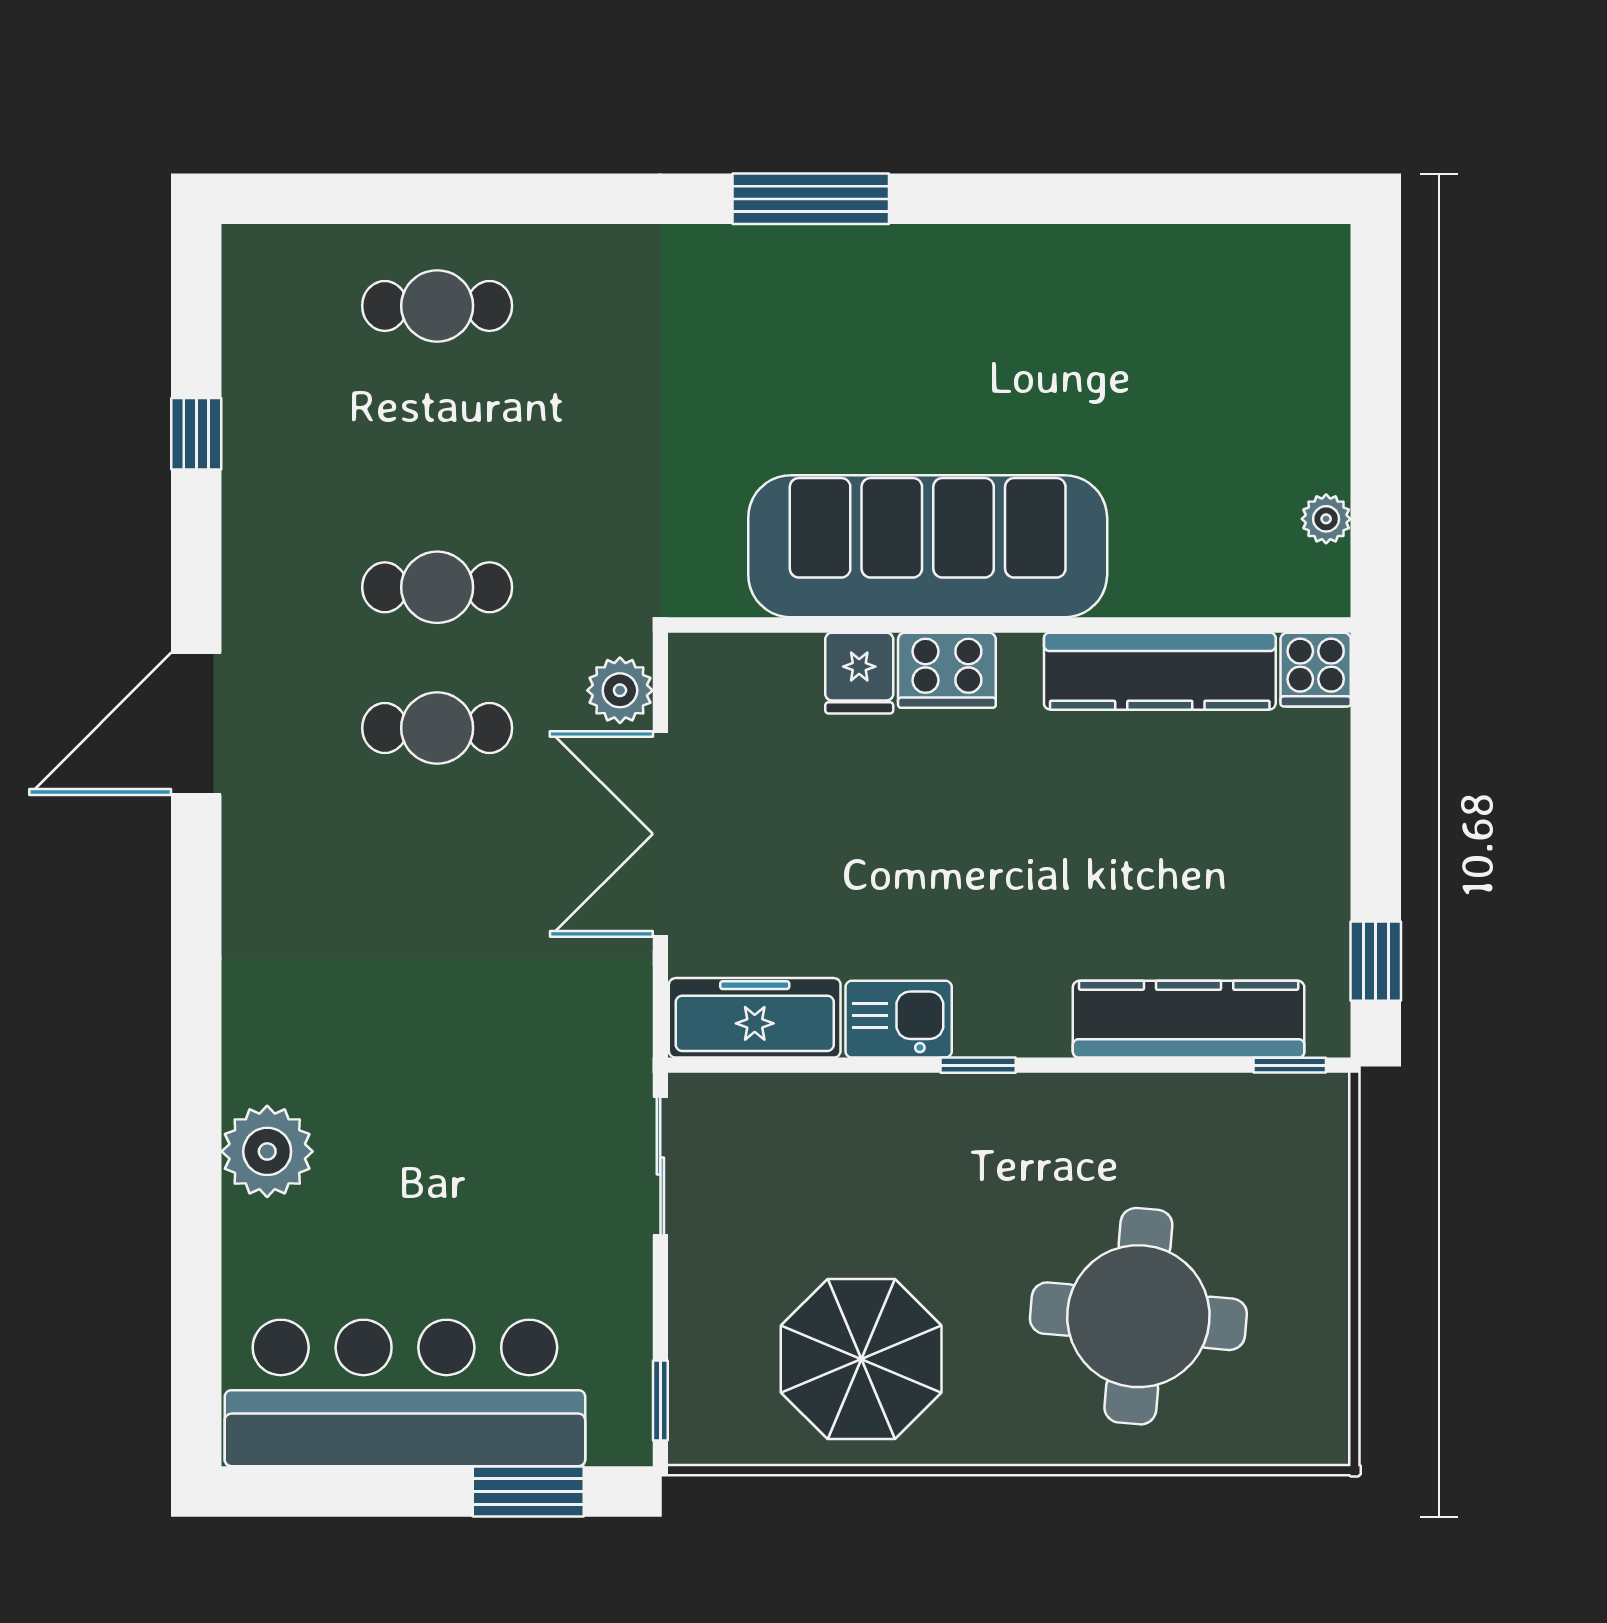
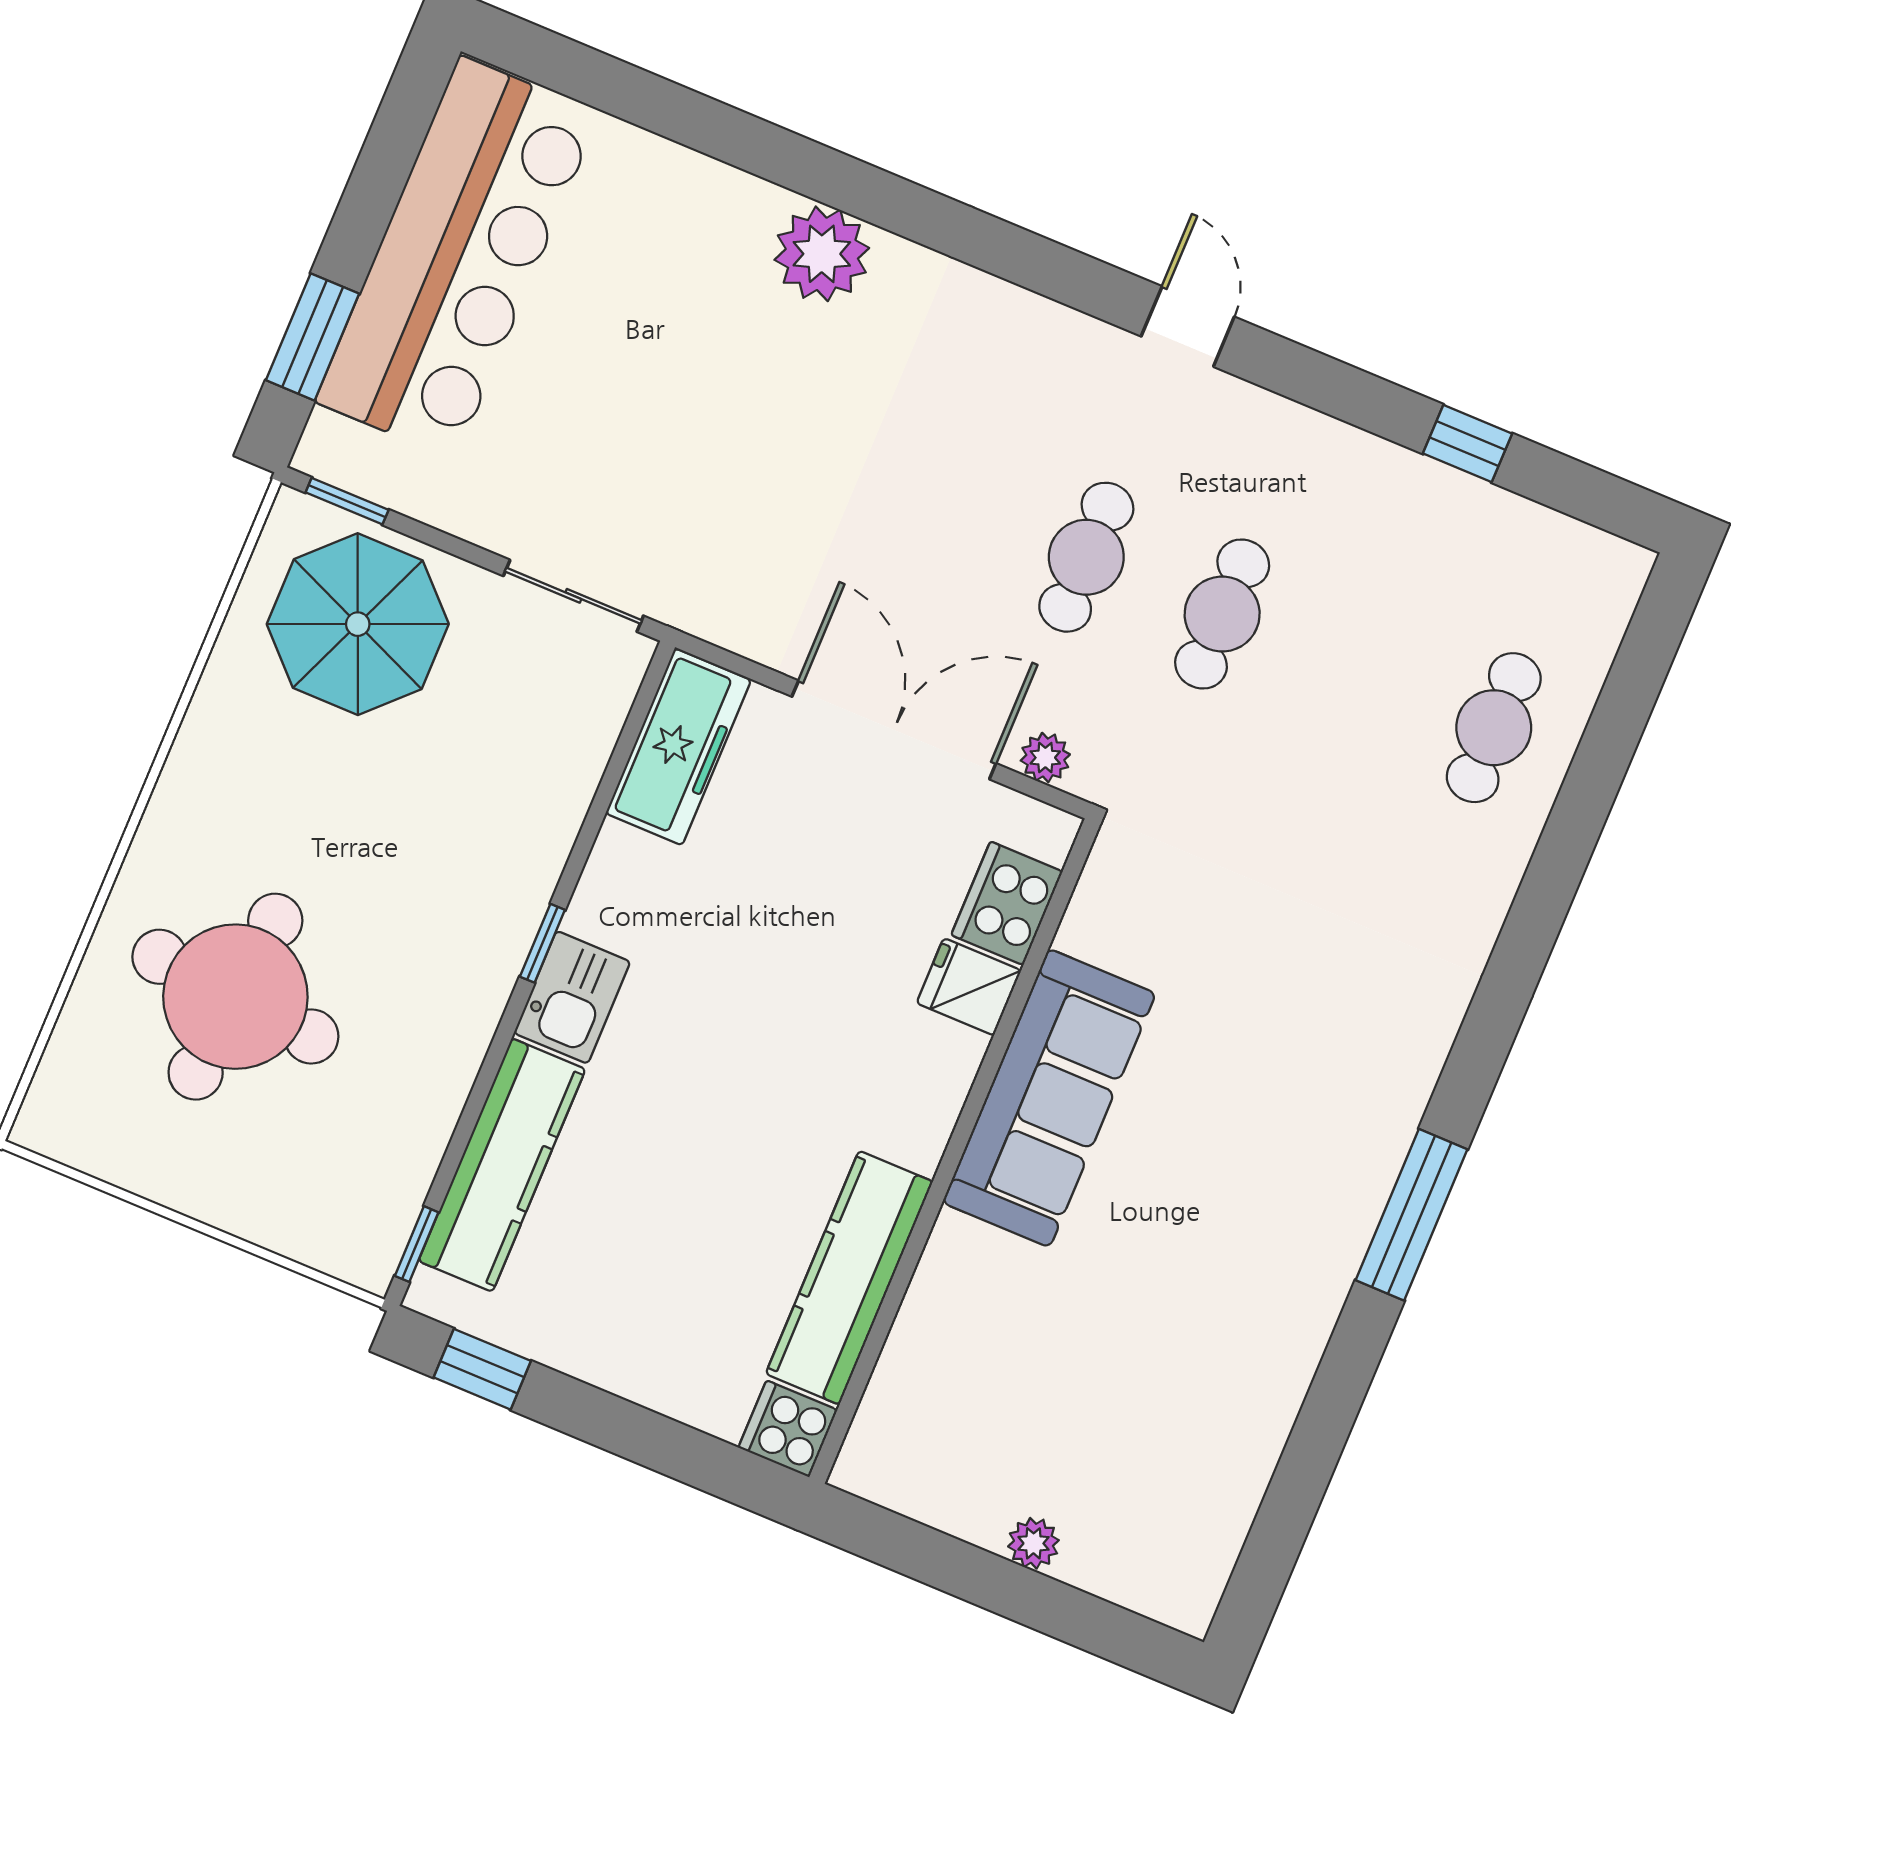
window: (811, 199) -> (1412, 1215), moved
plant: (1326, 519) -> (1033, 1543), moved
sofa: (928, 546) -> (1049, 1098), width x0.74, depth x0.79
cooker: (947, 670) -> (1007, 903), moved
plant: (620, 690) -> (1045, 758), width x0.73, depth x0.73
door: (196, 724) -> (1188, 327), width x0.53
kitchen sink: (899, 1019) -> (572, 997), moved
plant: (267, 1151) -> (822, 254), moved
parasol: (861, 1359) -> (358, 624), moved

